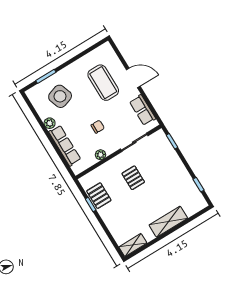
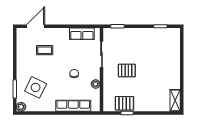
door: (133, 78) -> (36, 26), moved
coffee table: (103, 83) -> (45, 50), width x0.54, depth x0.58
side table: (60, 96) -> (36, 87), turned 45
plant: (50, 123) -> (21, 107), moved
shelving: (168, 222) -> (174, 64), removed

